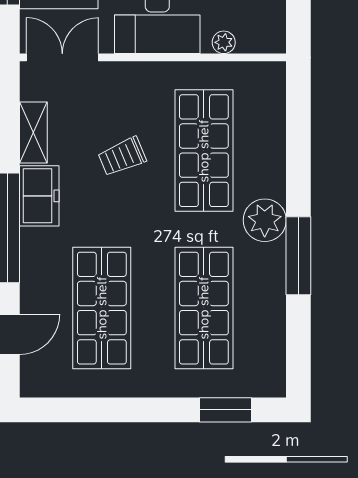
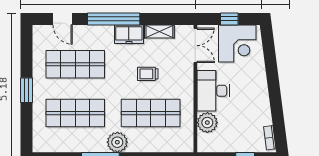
plant: (224, 42) -> (207, 123), width x1.87, depth x1.87
trolley: (122, 157) -> (148, 74), turned -67
window: (225, 410) -> (26, 90), moved

